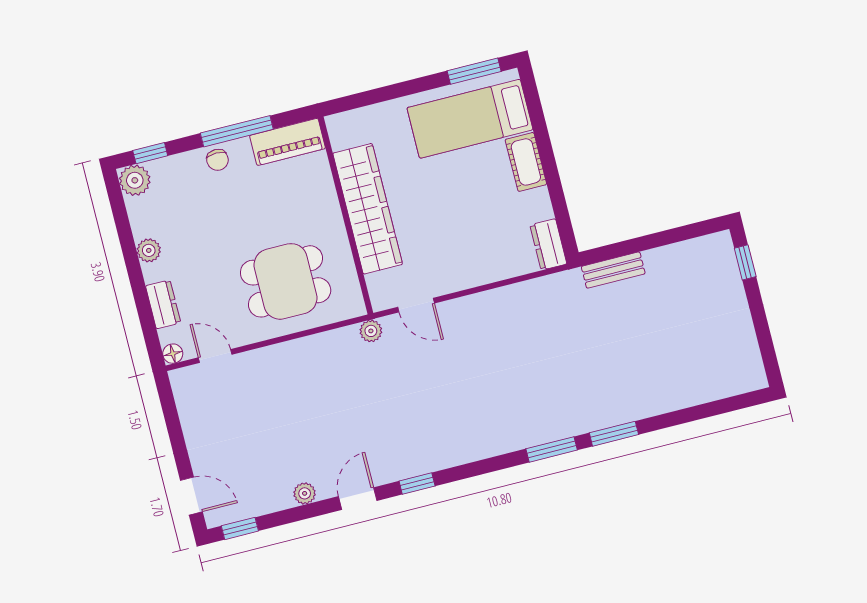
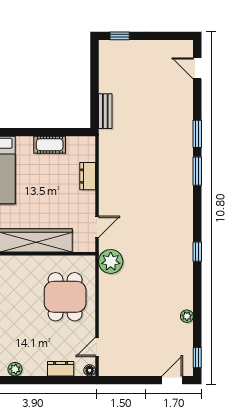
cot: (526, 162) -> (50, 145), moved
dresser: (548, 244) -> (88, 176), moved, turned 90
plant: (149, 250) -> (15, 369), moved
plant: (371, 331) -> (111, 261), width x1.88, depth x1.88
door: (358, 499) -> (197, 68), moved

